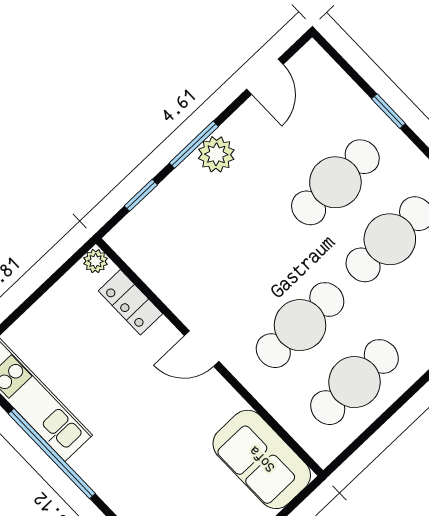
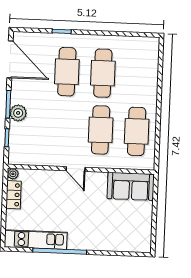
door: (265, 77) -> (10, 59), width x1.87
plant: (216, 154) -> (18, 113), moved
locker: (130, 302) -> (14, 195), moved, turned -90
door: (202, 349) -> (76, 169), hinge flipped

